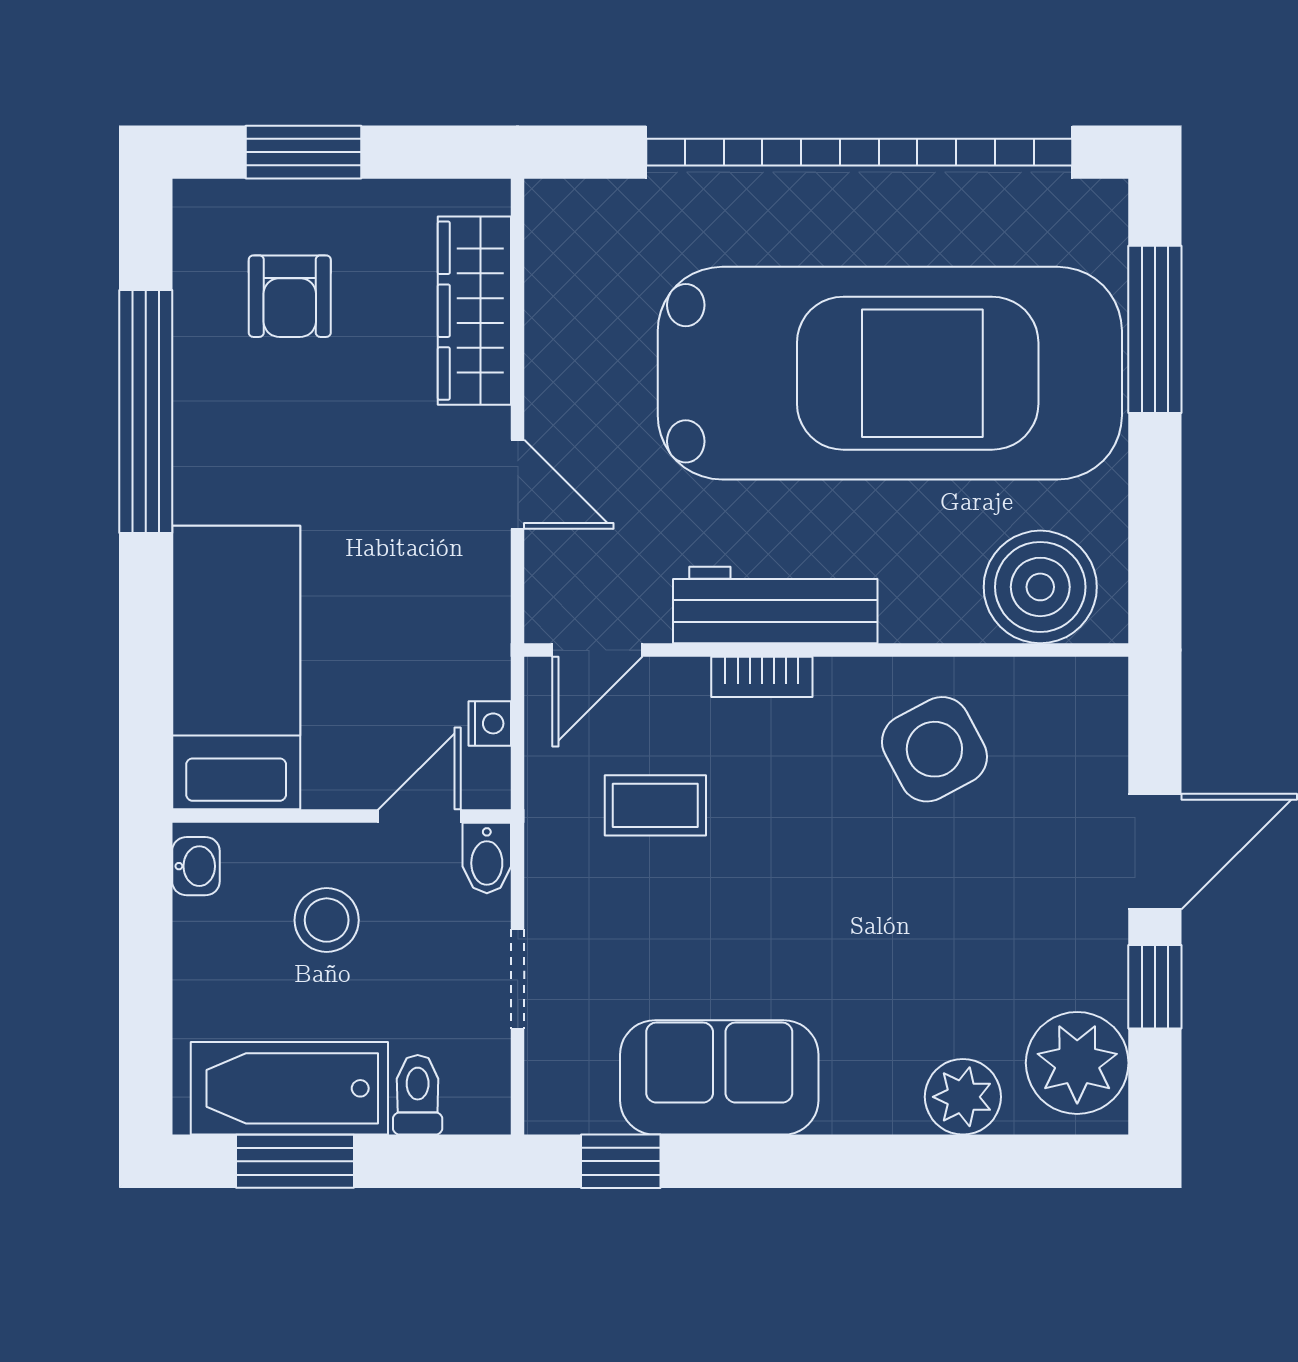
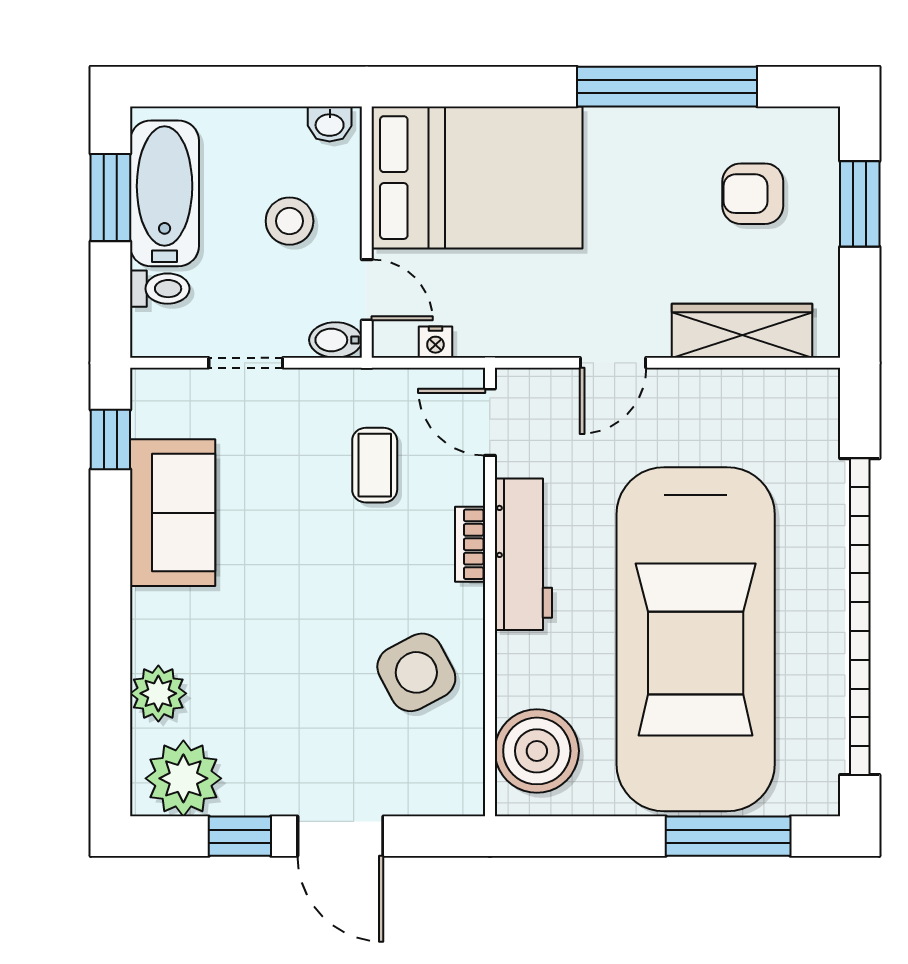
bed: (236, 667) -> (477, 178), width x1.50

